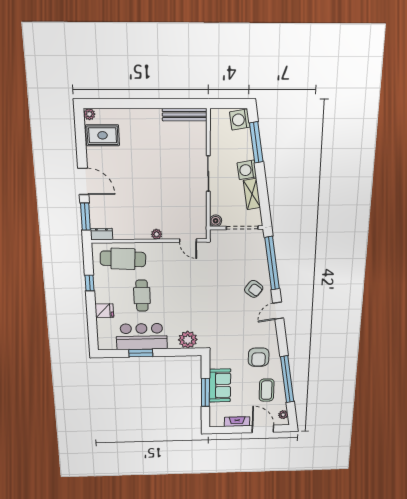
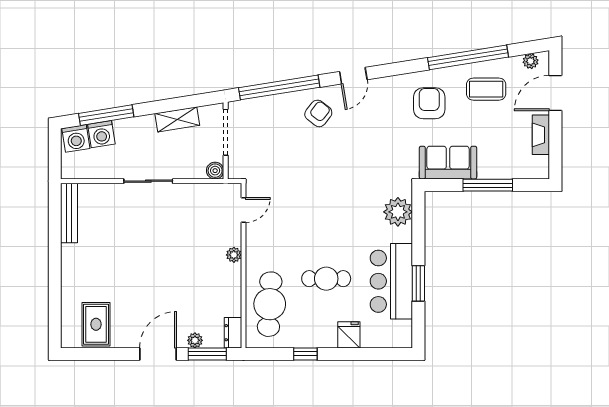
plant: (89, 114) -> (195, 340), moved
washing machine: (247, 170) -> (101, 134), moved
door: (278, 311) -> (353, 76), hinge flipped
armchair: (259, 357) -> (429, 103), turned -90
sofa: (220, 386) -> (448, 163), moved

